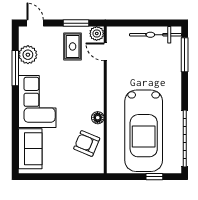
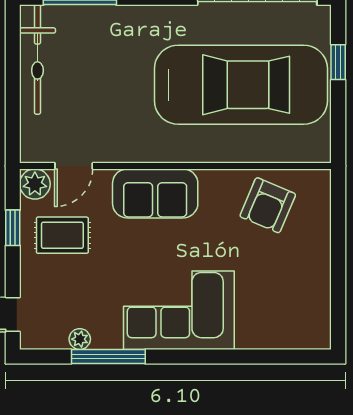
window: (76, 23) -> (13, 228), width x0.67
plant: (28, 55) -> (80, 339), width x0.53, depth x0.53
floor lamp: (98, 118) -> (213, 182), removed
sofa: (30, 149) -> (155, 193), moved, turned 180

